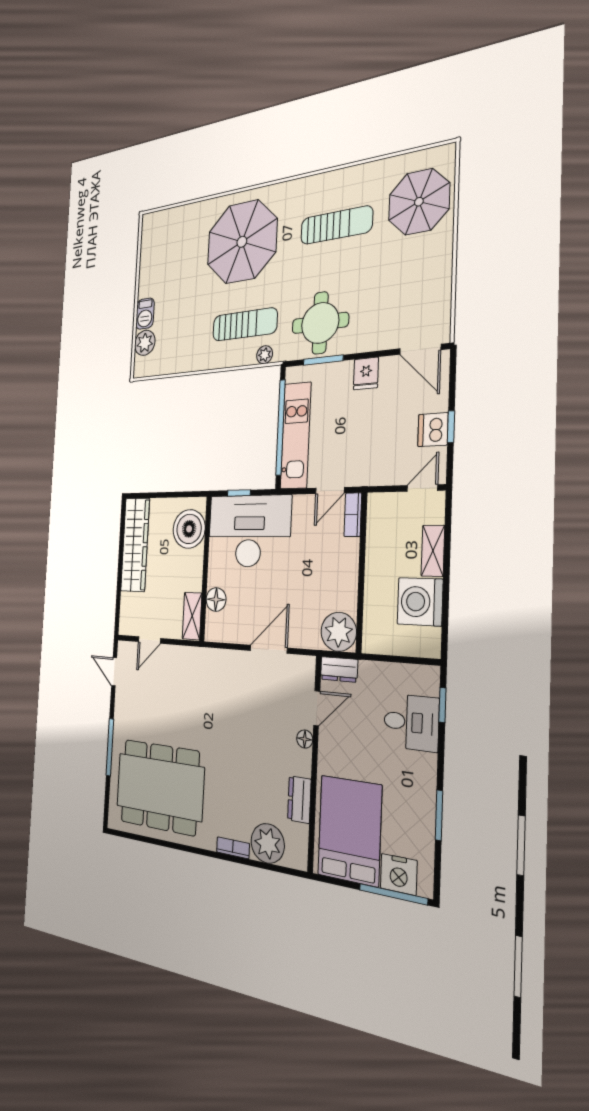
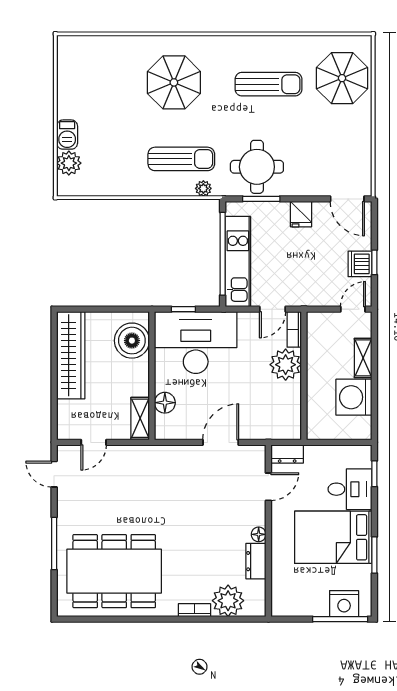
parasol: (242, 242) -> (174, 82), width x0.73, depth x0.73
plant: (339, 632) -> (286, 365), moved
floor lamp: (305, 739) -> (259, 534), moved
bed: (350, 830) -> (333, 537), moved, turned -90

